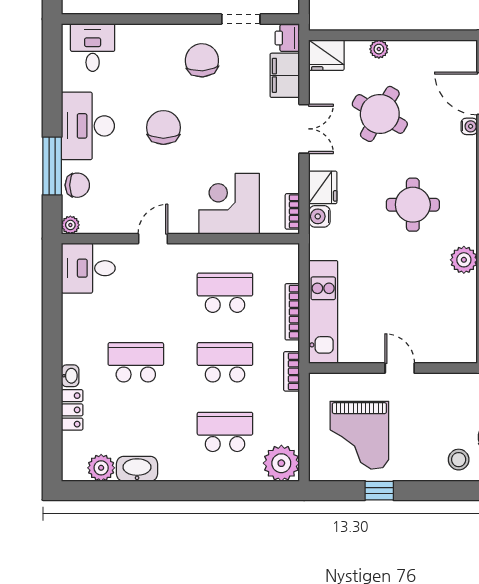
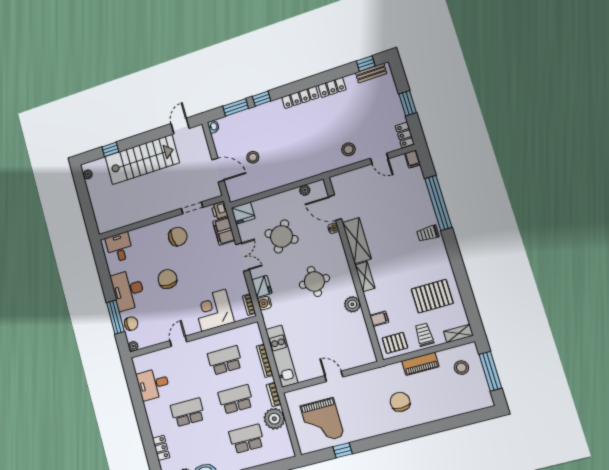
plant: (379, 49) -> (305, 190), moved
chair: (202, 60) -> (178, 237), turned 87
desk: (88, 268) -> (153, 384), moved
washbasin: (70, 376) -> (155, 429), removed
stool: (459, 460) -> (383, 420), removed
plant: (281, 463) -> (274, 419), moved

